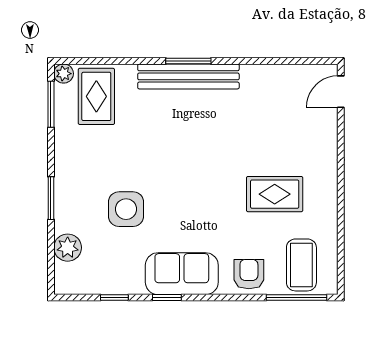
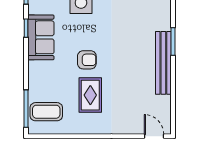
bench: (188, 76) -> (163, 63), moved
armchair: (249, 274) -> (87, 60), moved

